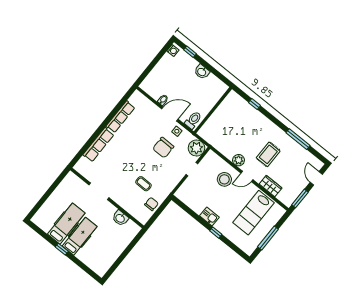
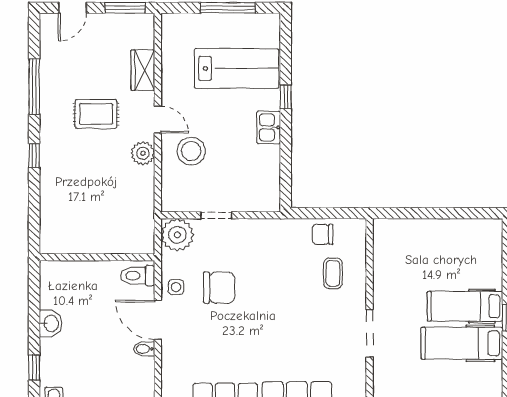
window: (255, 104) -> (34, 156), moved
coffee table: (143, 184) -> (333, 273), moved
lab bench: (253, 213) -> (237, 68), moved
washbasin: (120, 218) -> (385, 265), removed

